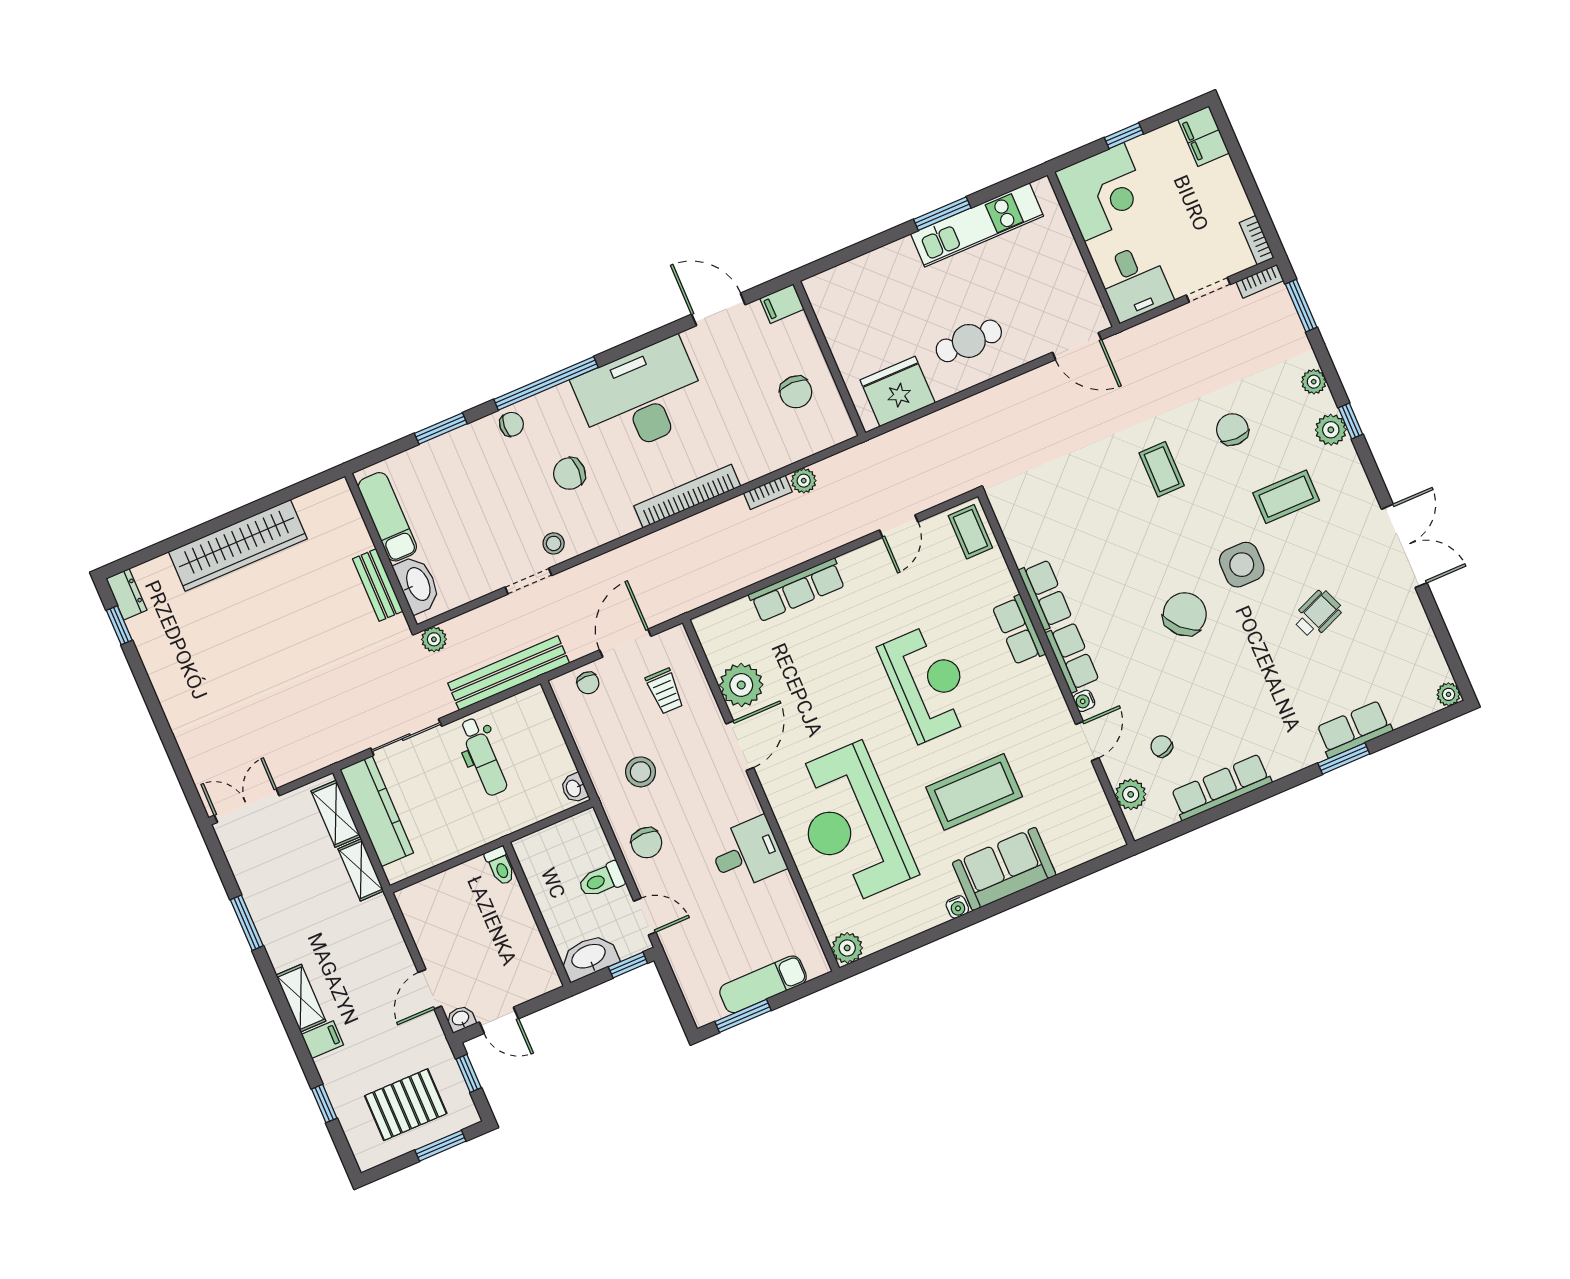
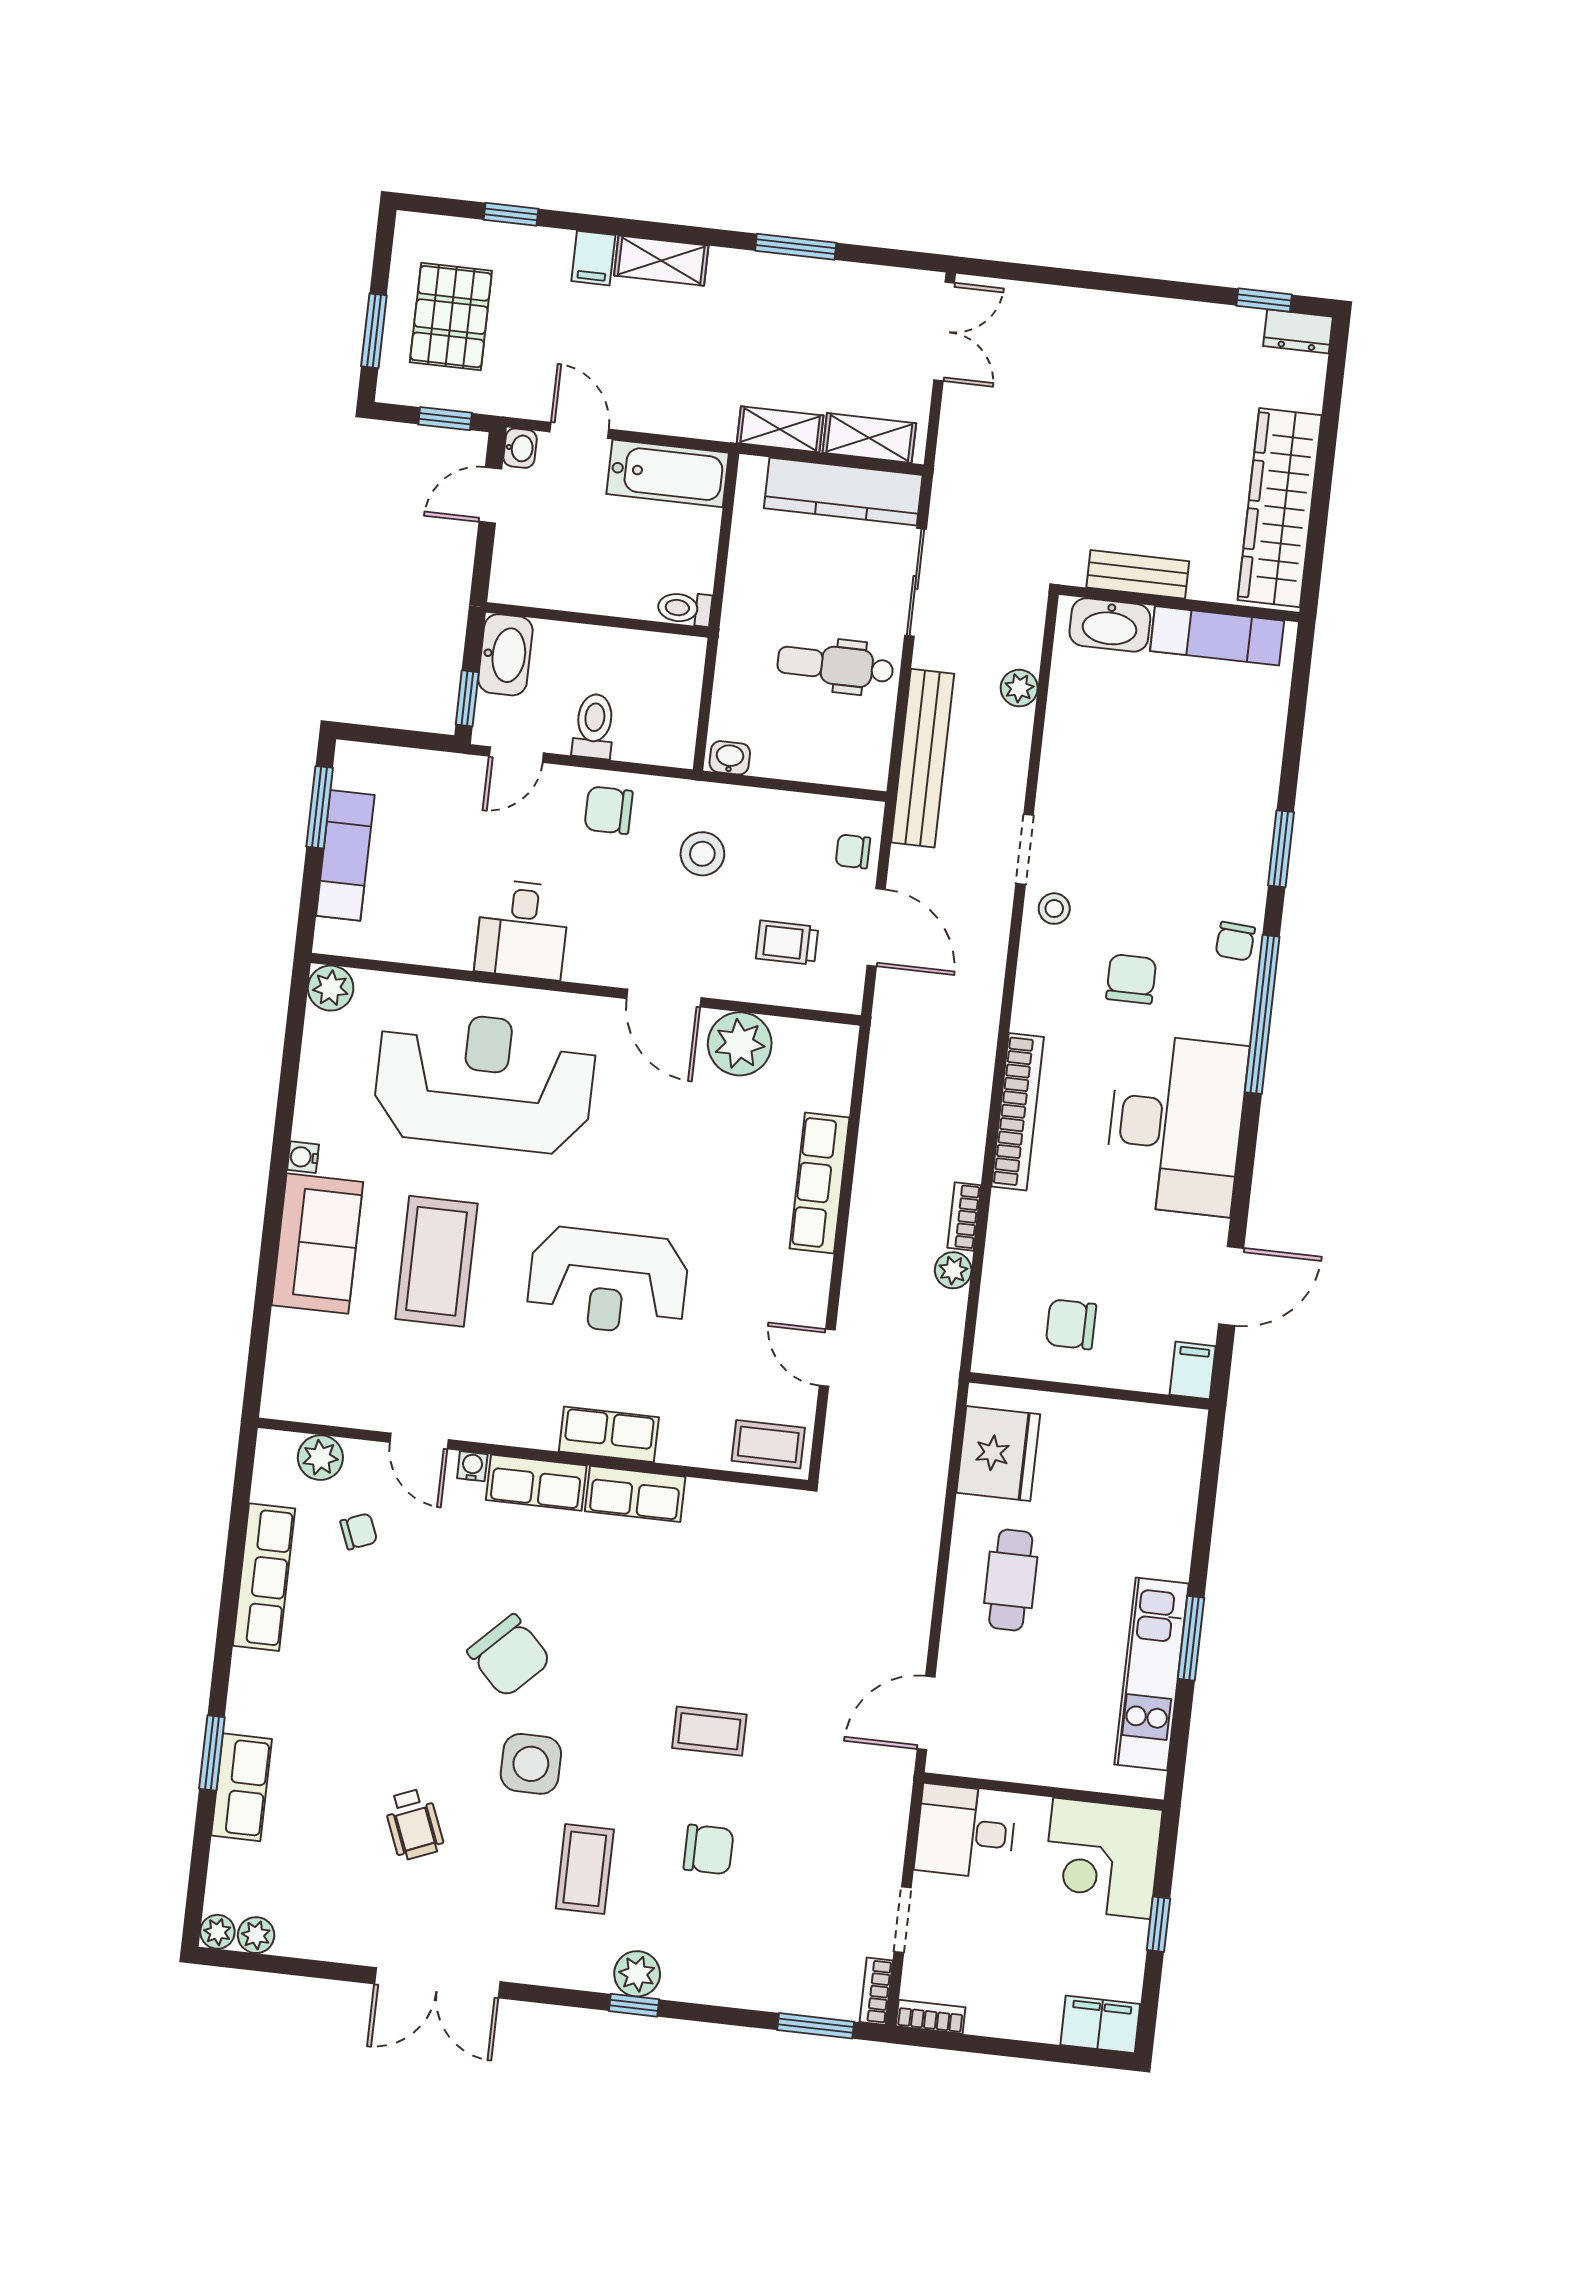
plant: (1314, 382) -> (256, 1935), moved
exam couch: (387, 517) -> (1217, 636), moved
wall: (381, 551) -> (1179, 603), moved
washbasin: (417, 584) -> (1110, 625), moved
bench: (378, 585) -> (1138, 574), moved
bathtub: (426, 922) -> (668, 473), added

